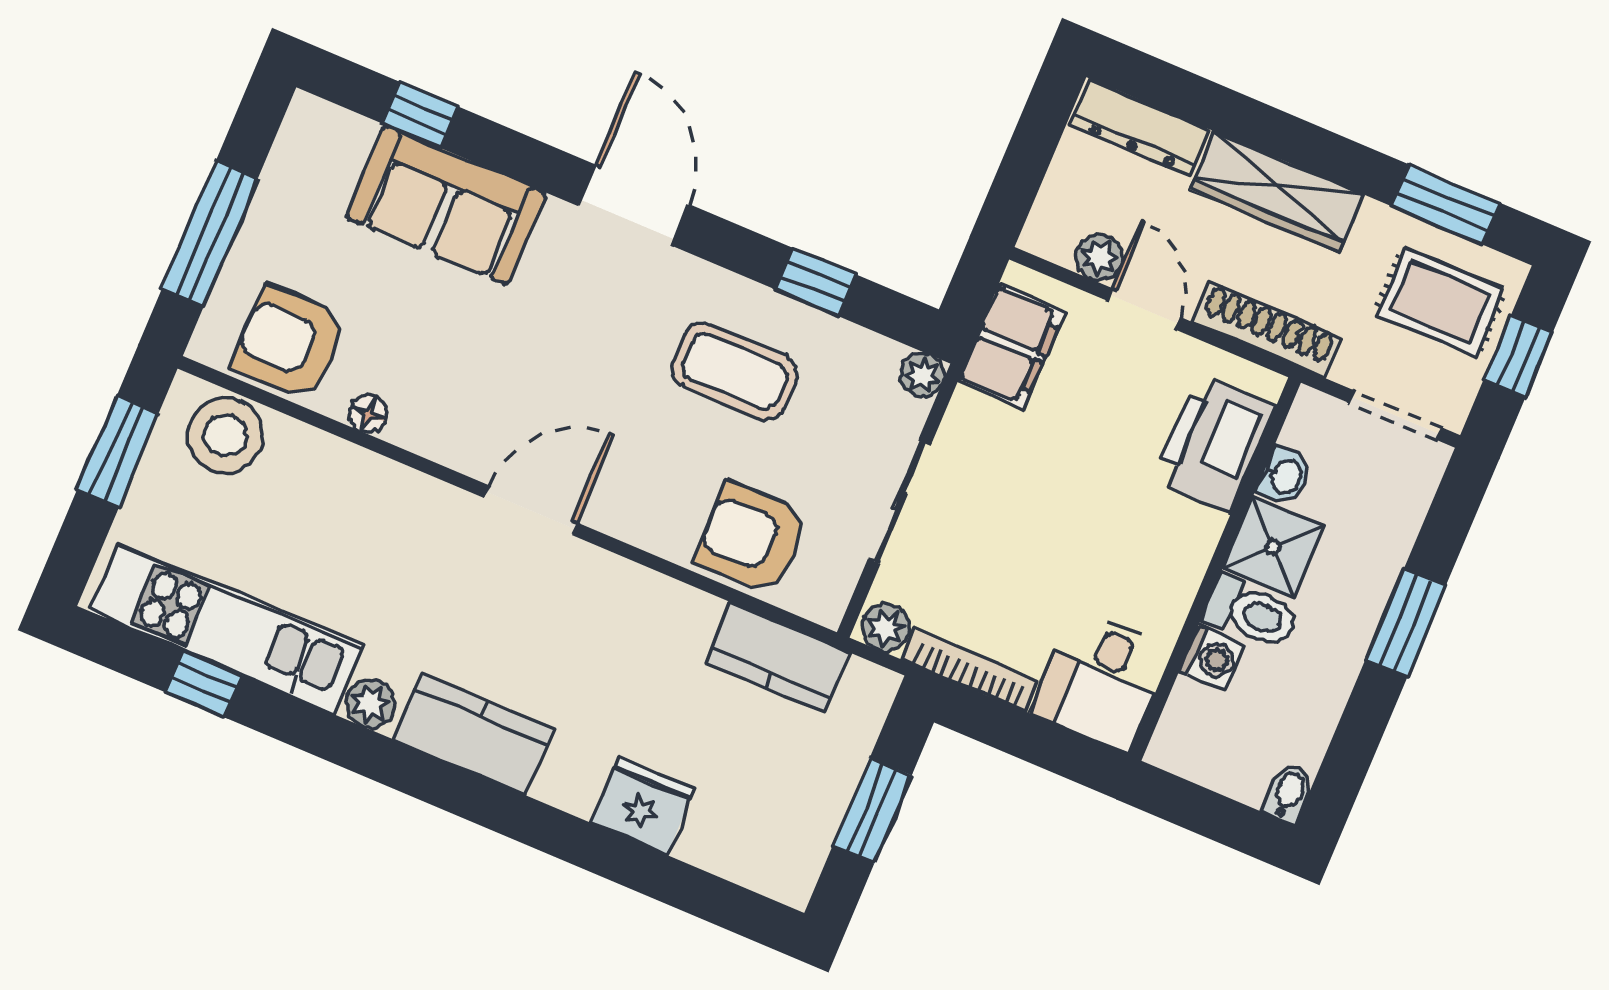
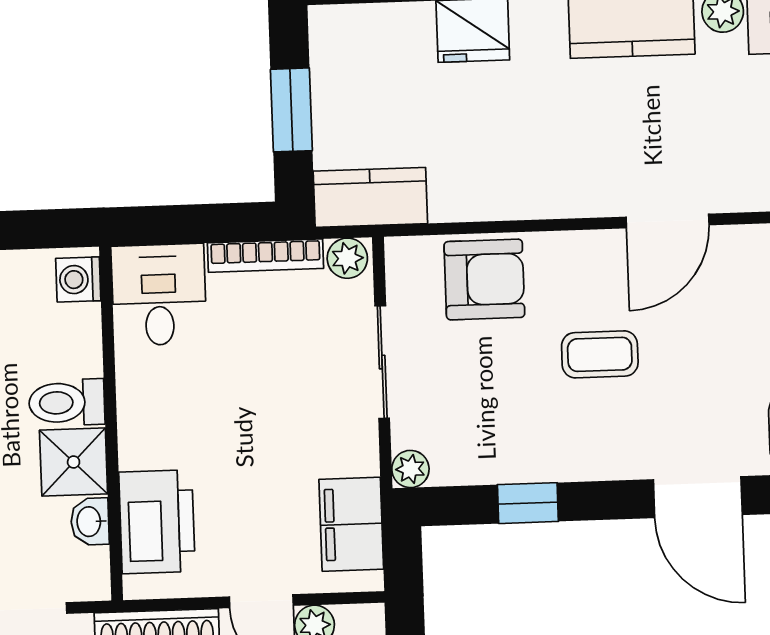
coffee table: (734, 371) -> (600, 354), moved, width x0.73, depth x0.77
kitchen counter: (777, 657) -> (370, 197), moved
washing machine: (1212, 658) -> (78, 279), moved

